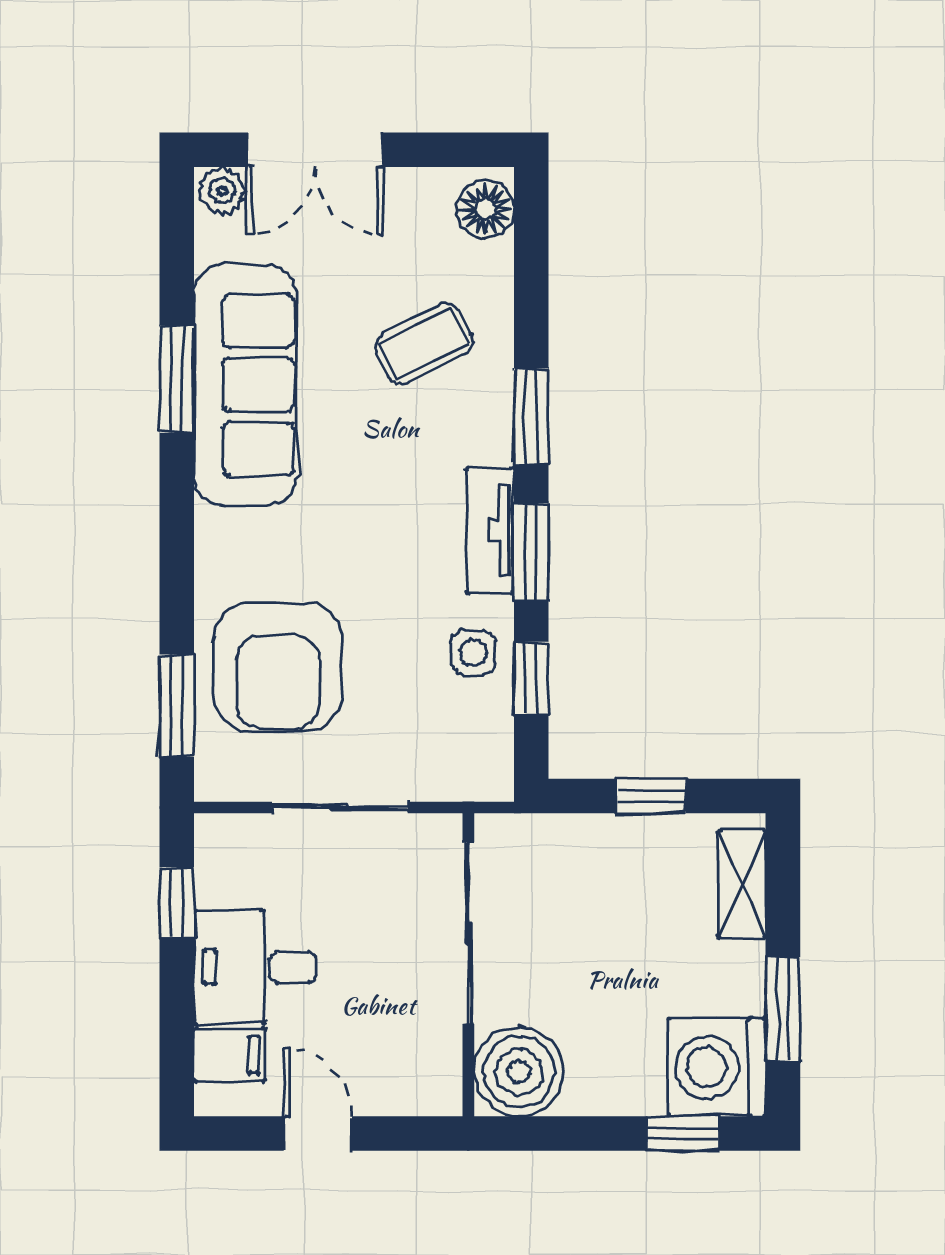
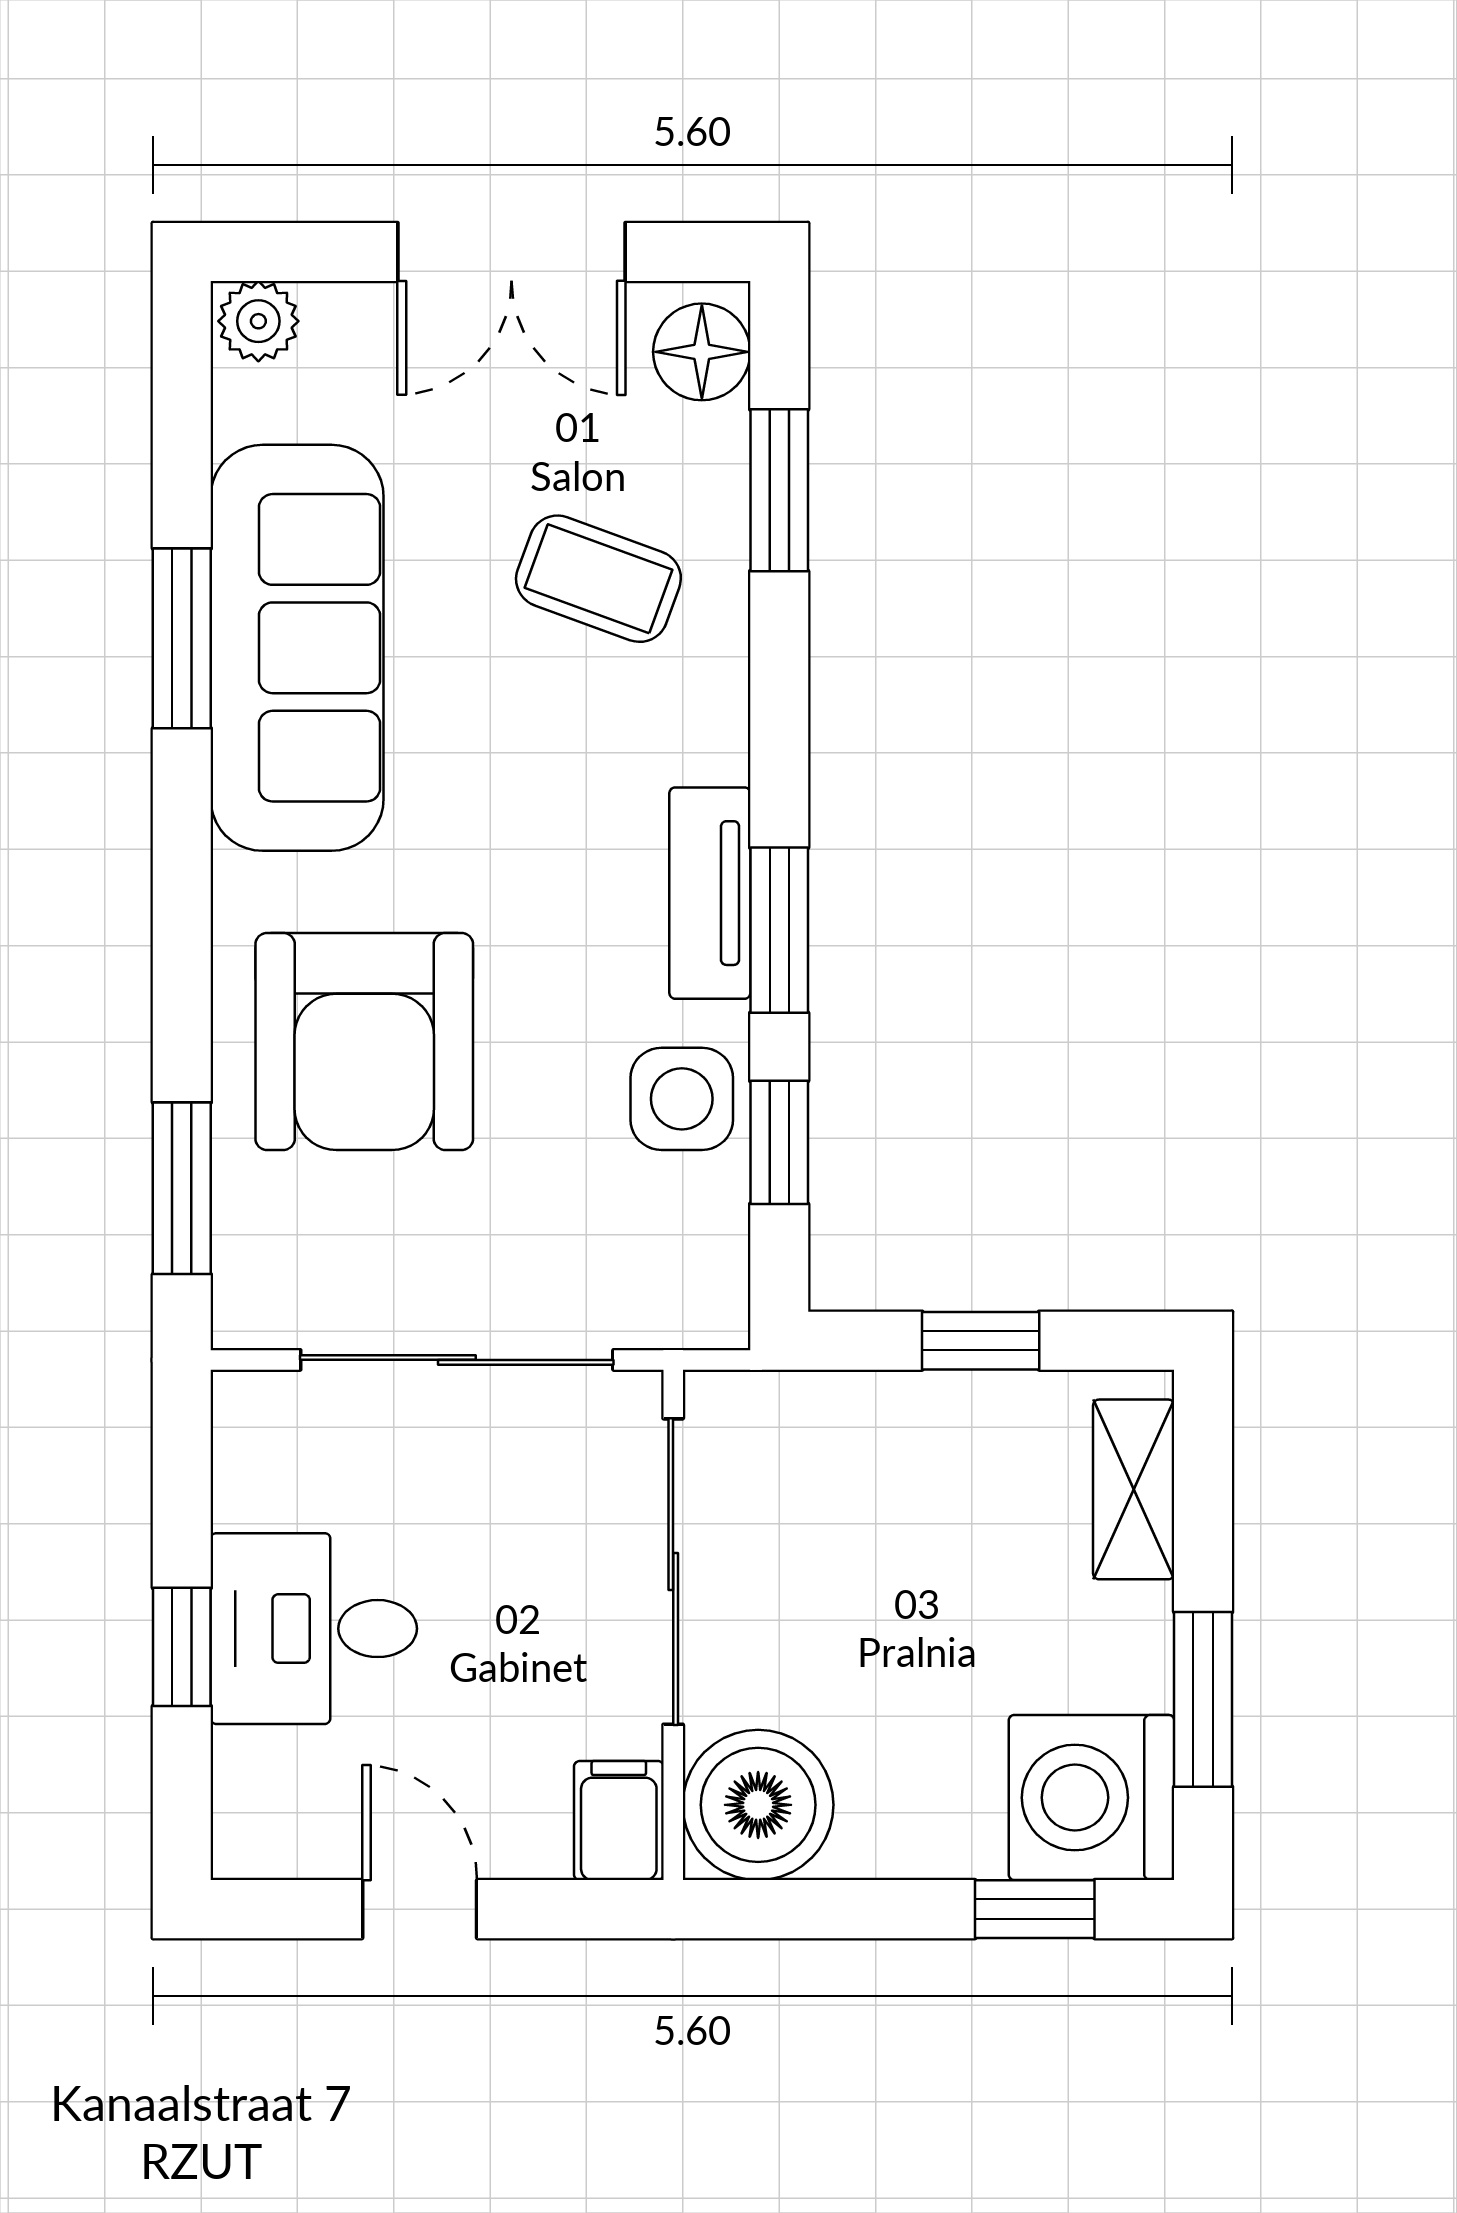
double door: (315, 150) -> (511, 252), moved
coffee table: (424, 344) -> (598, 579), turned 47
window: (531, 417) -> (779, 490), moved
side table: (473, 652) -> (682, 1099), width x1.37, depth x1.37
armchair: (278, 667) -> (364, 1041), moved
sliding door: (340, 807) -> (457, 1360), width x1.37
window: (177, 902) -> (182, 1647), moved
filing cabinet: (229, 1055) -> (619, 1821), moved, turned -90

